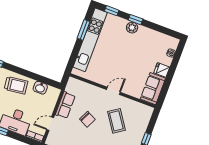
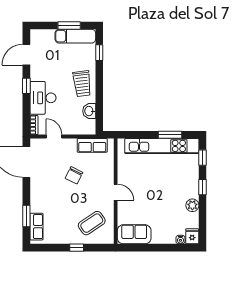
plant: (132, 28) -> (192, 205), moved
fridge: (162, 70) -> (192, 236), moved
row of seats: (65, 105) -> (92, 145), moved
coffee table: (116, 121) -> (92, 223), moved

